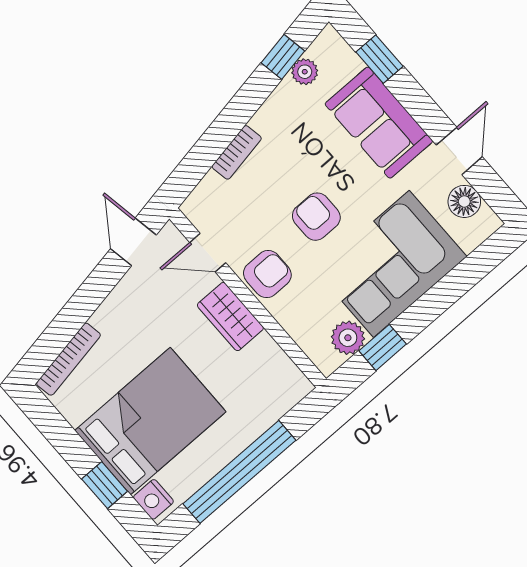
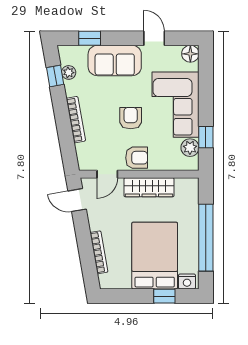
bookcase: (237, 152) -> (76, 120), width x1.56
floor lamp: (464, 201) -> (190, 54), moved
armchair: (316, 217) -> (131, 118), turned 90
armchair: (267, 274) -> (137, 158), turned 90
wardrobe: (230, 317) -> (149, 187), width x1.50
bookcase: (68, 359) -> (99, 252), moved

